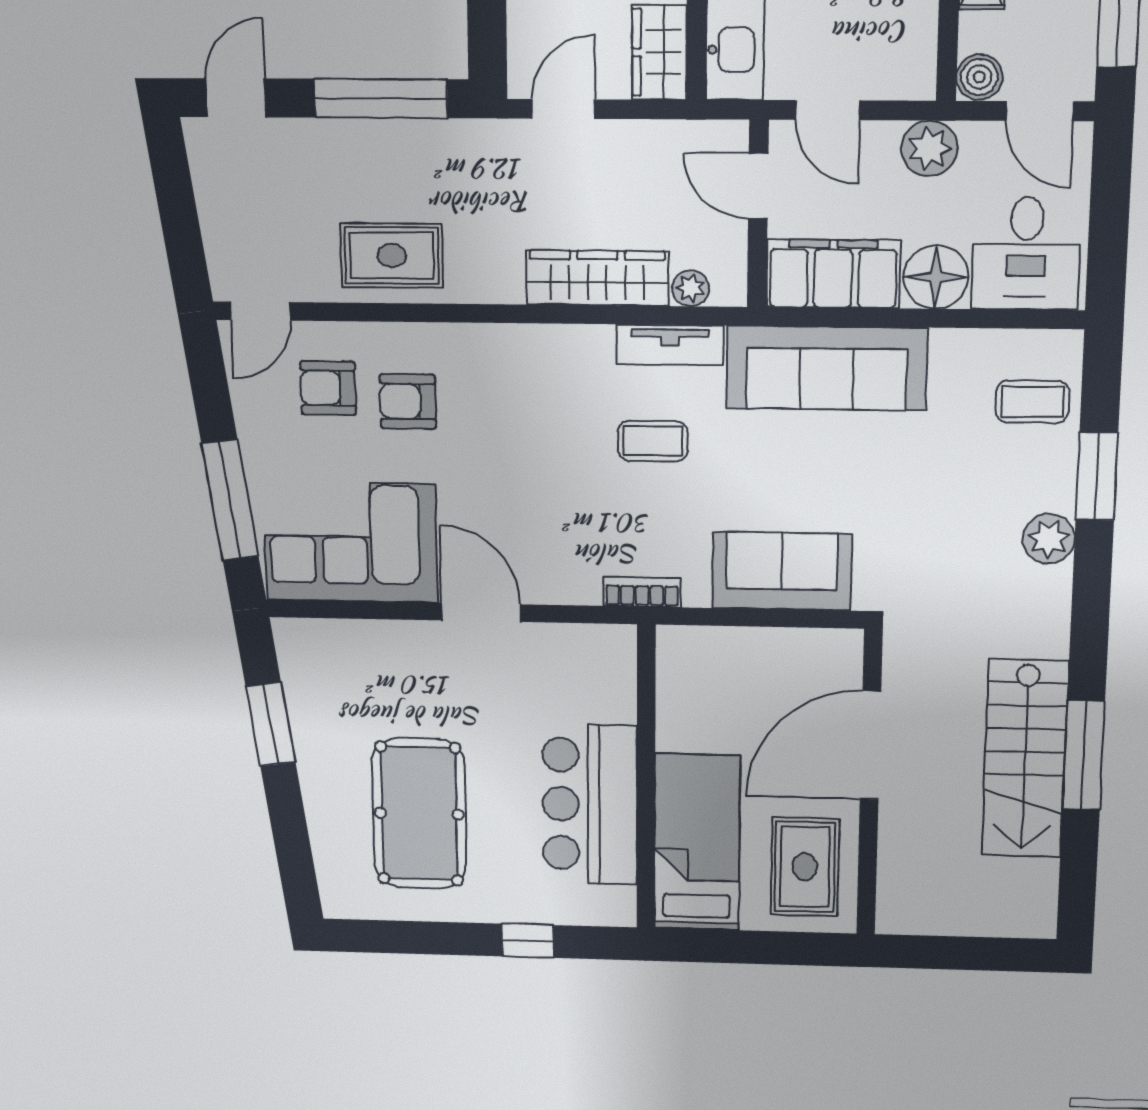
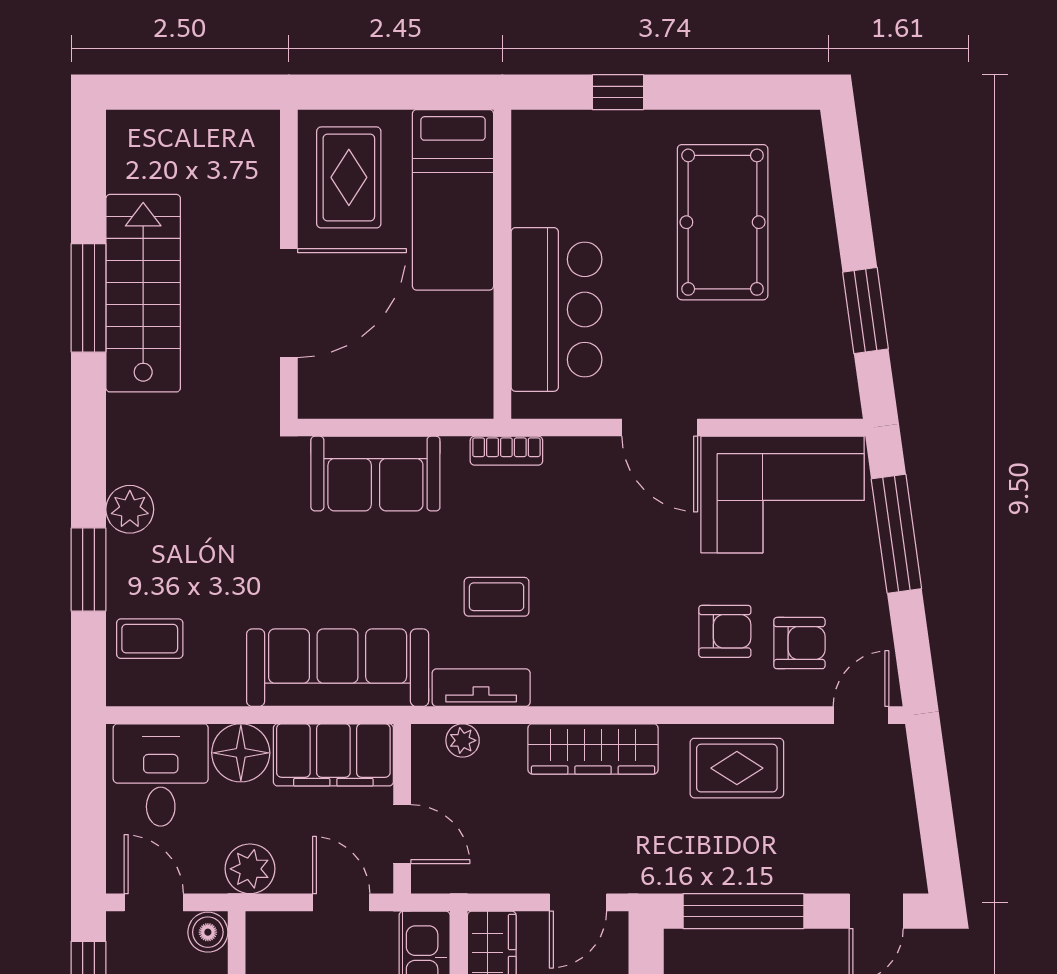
wardrobe: (597, 278) -> (593, 749), moved
bar counter: (590, 804) -> (556, 309), moved

